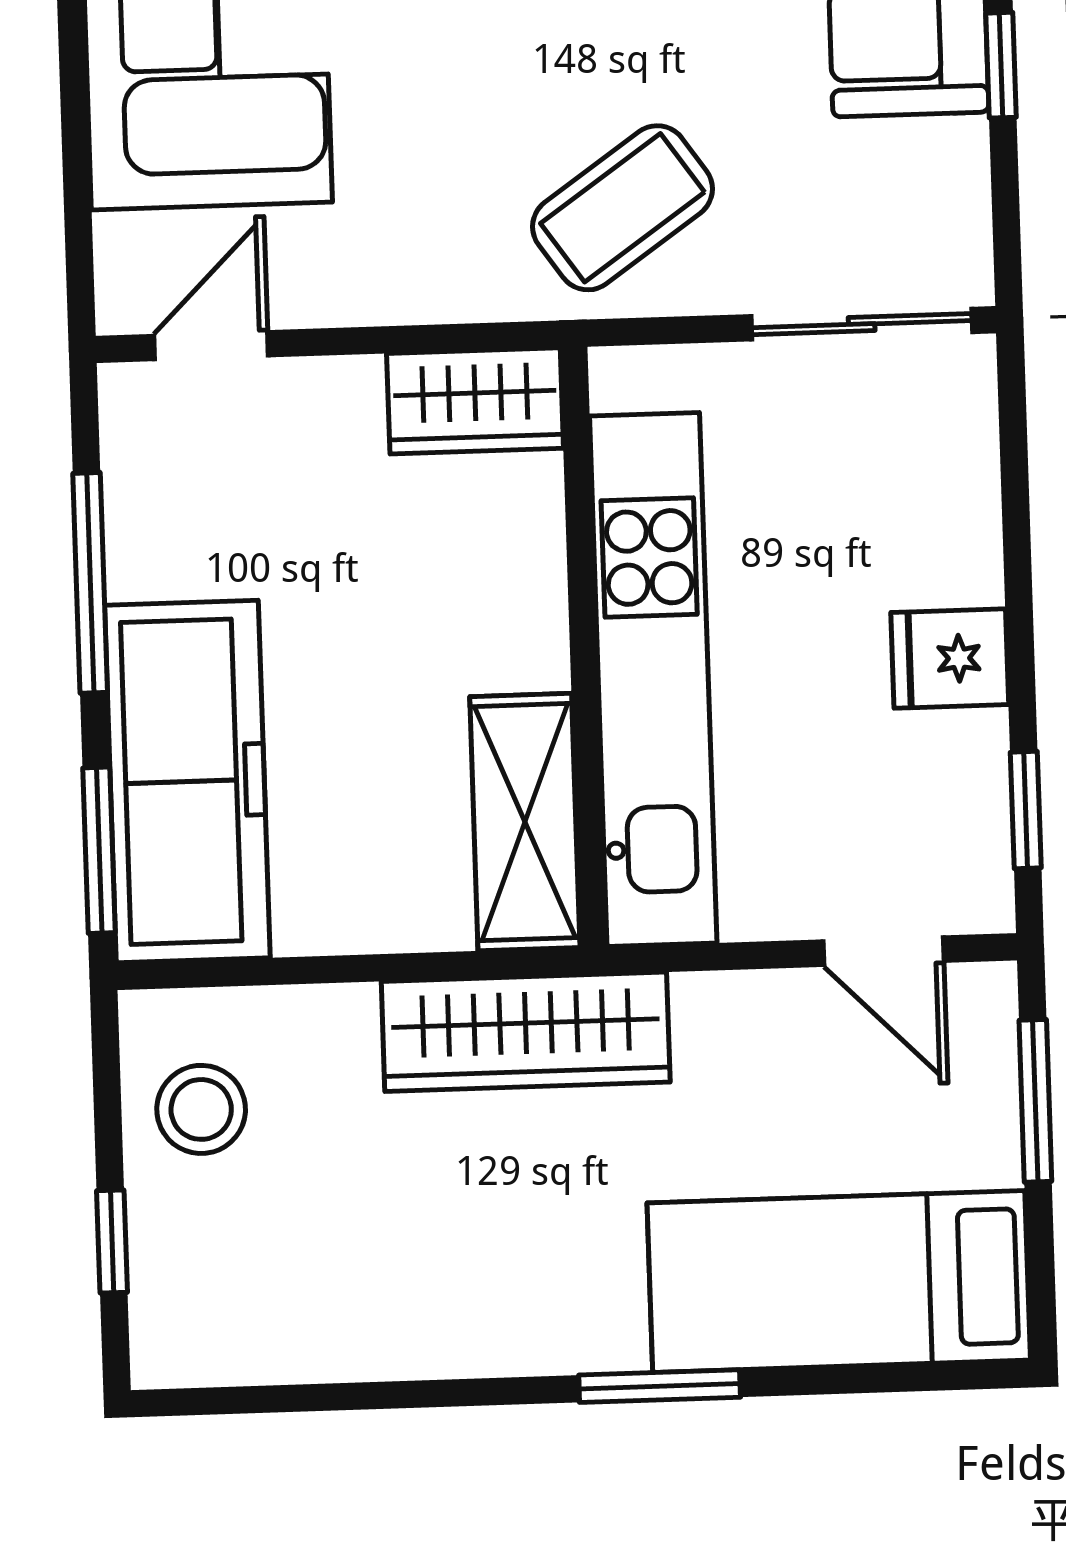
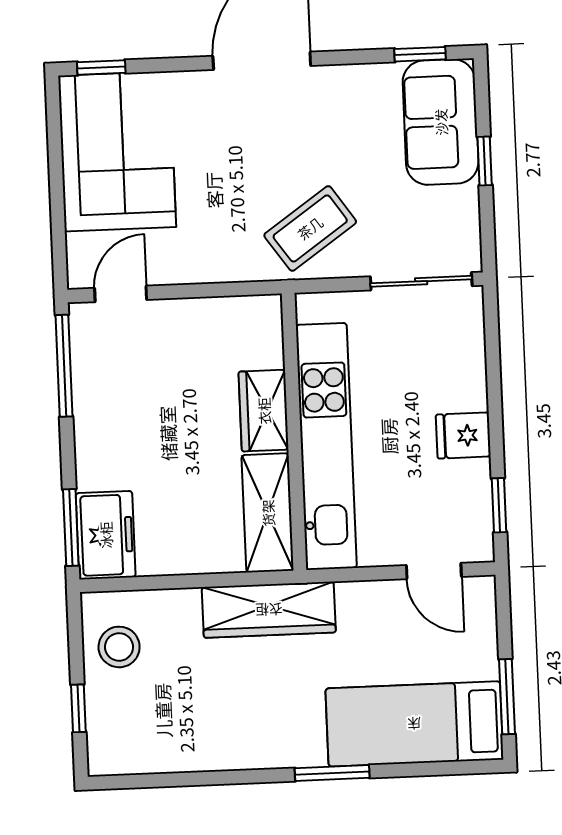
wardrobe: (475, 401) -> (264, 411), moved, turned 90
window: (90, 583) -> (64, 366), moved
freezer: (187, 781) -> (106, 535), width x0.52, depth x0.79
window: (1035, 1101) -> (507, 697), moved

